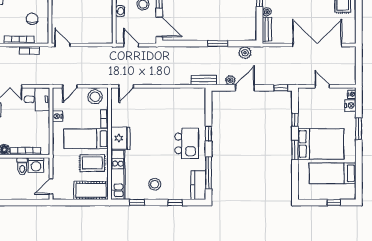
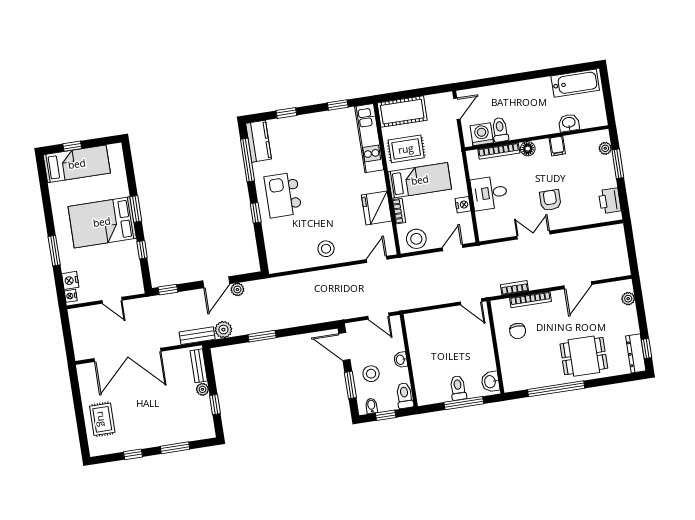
bench: (204, 80) -> (197, 336), moved
desk: (37, 99) -> (489, 193), moved
fridge: (120, 138) -> (377, 208), moved
bed: (333, 173) -> (77, 164), moved
stool: (155, 184) -> (326, 249), moved

